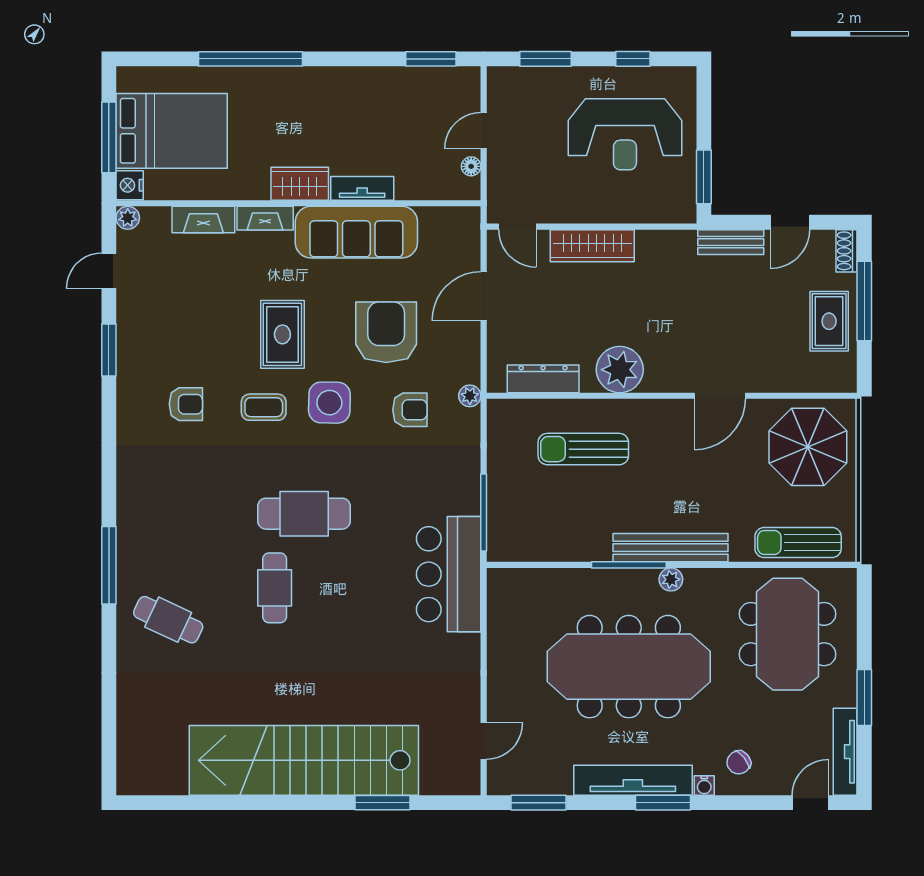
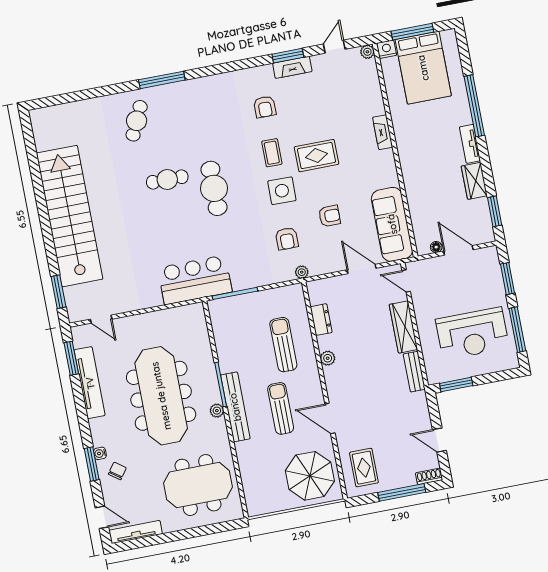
window: (633, 59) -> (517, 330), width x2.17
door: (484, 131) -> (458, 250), width x1.38
reception desk: (625, 134) -> (472, 334), turned -90
wardrobe: (300, 184) -> (474, 181), moved, turned 180
tv unit: (362, 188) -> (470, 144), moved, turned 180
fireplace: (203, 220) -> (292, 67), moved, turned -90
door: (517, 227) -> (406, 281), hinge flipped
sofa: (356, 232) -> (392, 224), moved
bench: (731, 242) -> (414, 372), moved
door: (109, 271) -> (334, 47), hinge flipped
rug: (829, 321) -> (364, 468), moved, turned 90
armchair: (386, 332) -> (329, 216), width x0.53, depth x0.53
plant: (620, 370) -> (328, 358), width x0.53, depth x0.53
dresser: (543, 379) -> (321, 320), width x0.70
sun lounger: (798, 543) -> (281, 408), moved
window: (864, 697) -> (170, 537), removed
chair: (739, 762) -> (117, 471), turned 75
tv unit: (633, 780) -> (90, 383), moved
window: (382, 803) -> (58, 292), moved
window: (663, 803) -> (92, 464), moved

